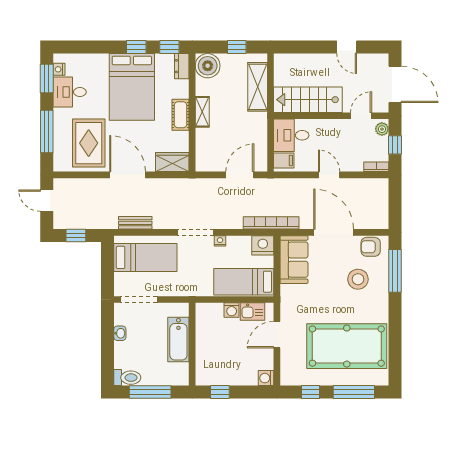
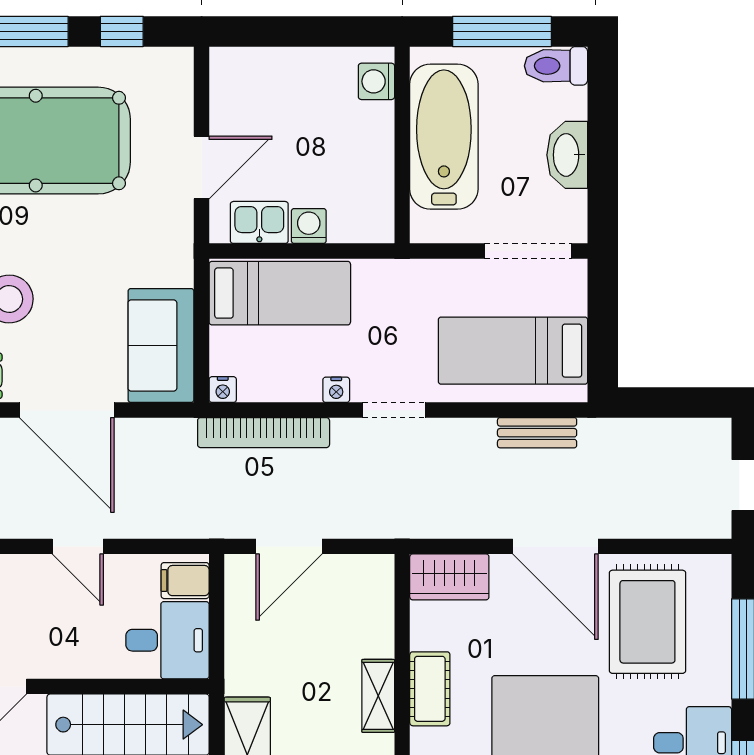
bookcase: (271, 223) -> (264, 433), moved
doorway: (196, 232) -> (394, 410), width x0.73
window: (76, 236) -> (678, 402), removed
nightstand: (263, 245) -> (223, 390), width x0.53, depth x0.56
washbasin: (120, 333) -> (567, 155), width x1.91, depth x1.45
bathtub: (178, 340) -> (444, 137), width x1.36, depth x1.36
washing machine: (266, 378) -> (376, 81), moved, turned 180
window: (220, 392) -> (337, 31), removed

